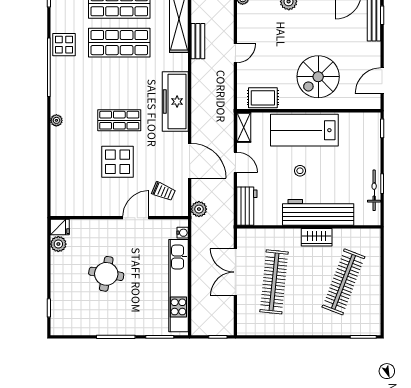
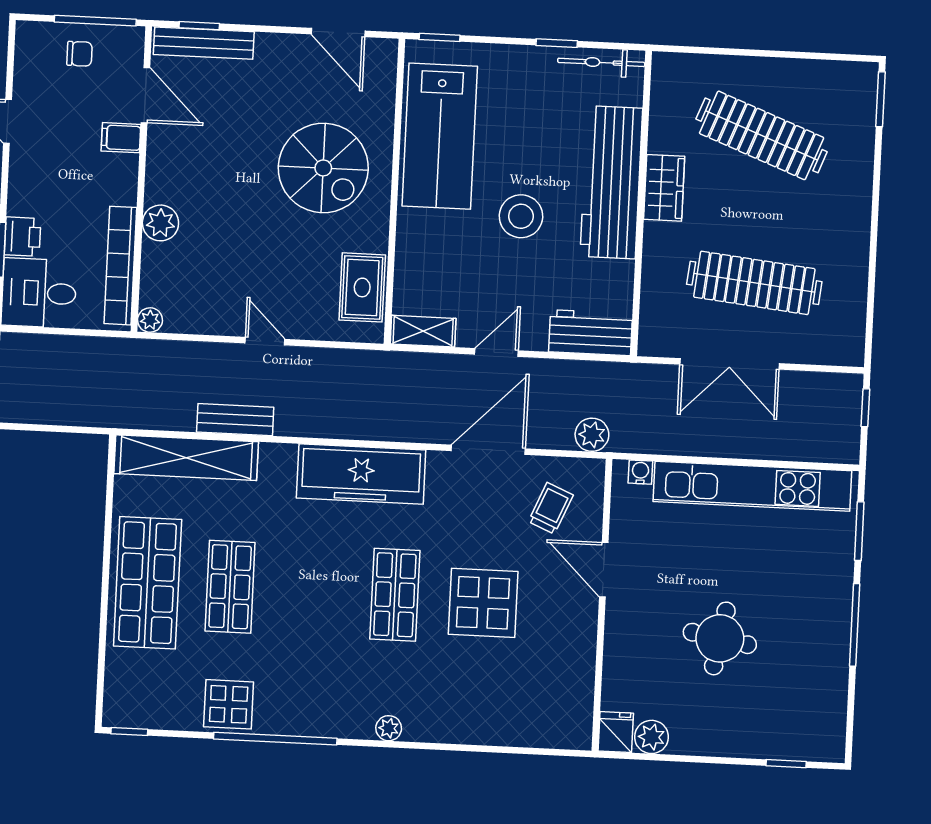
shop shelf: (119, 43) -> (230, 587), width x0.70, depth x0.74
lab bench: (304, 130) -> (440, 136), moved
stool: (300, 171) -> (521, 216), width x1.89, depth x1.89
bicycle: (374, 190) -> (601, 62), moved

